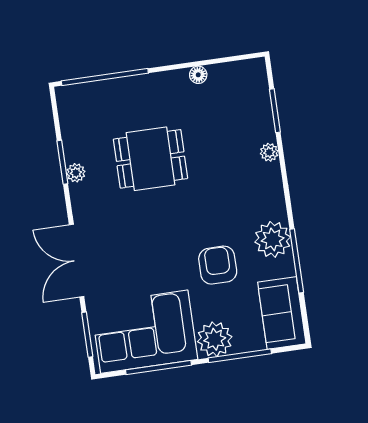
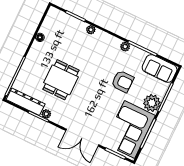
dresser: (73, 124) -> (26, 102), added
plant: (273, 239) -> (125, 47), width x0.53, depth x0.53
armchair: (218, 265) -> (123, 81), turned 180

